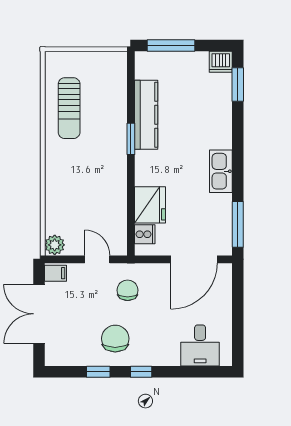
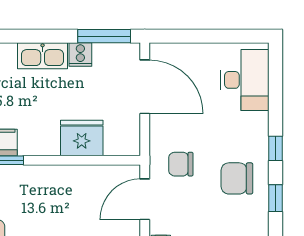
cooker: (145, 234) -> (80, 55), moved, turned 180
door: (97, 259) -> (145, 199), width x1.38
desk: (200, 345) -> (245, 80), width x1.37

